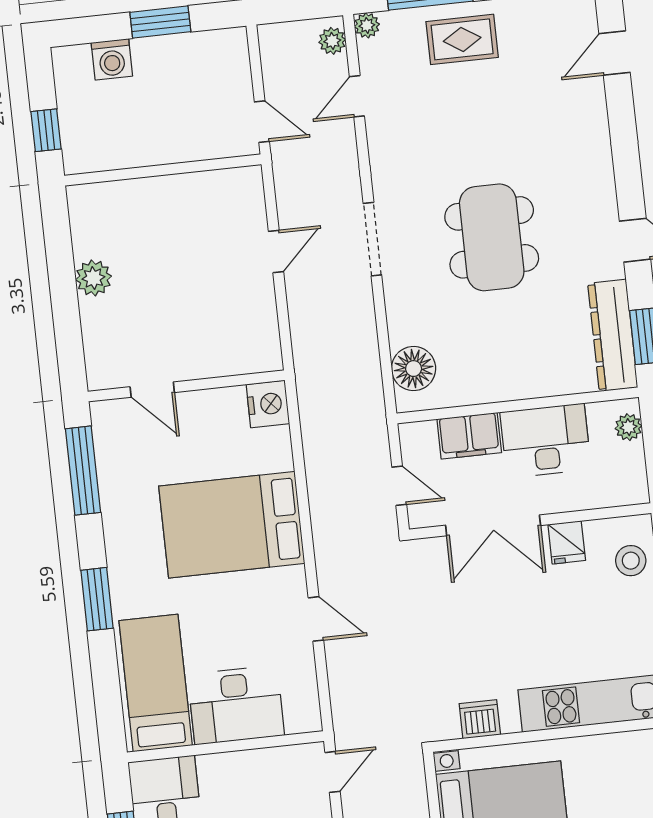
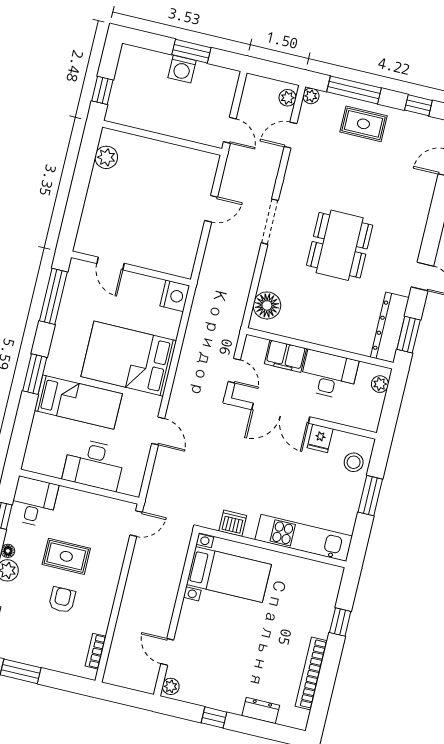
washing machine: (112, 59) -> (182, 69), moved
plant: (93, 278) -> (106, 157), moved
bed: (156, 683) -> (78, 402), moved, turned 90

